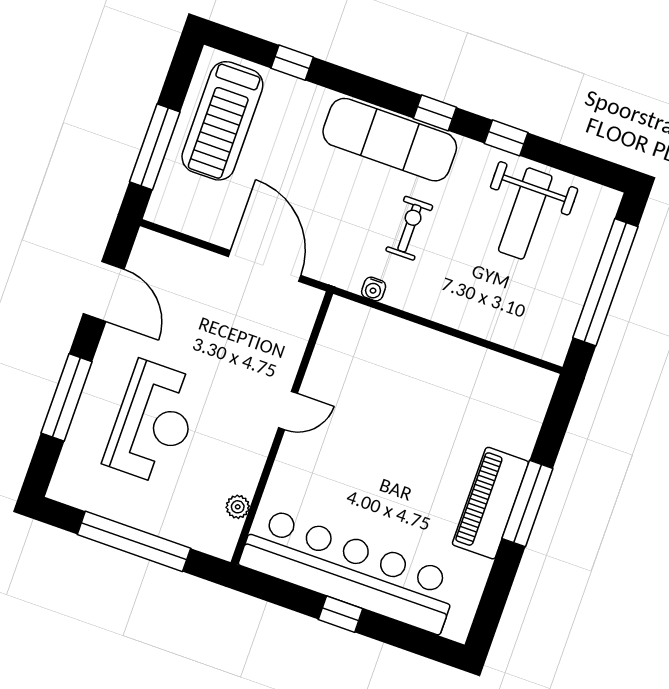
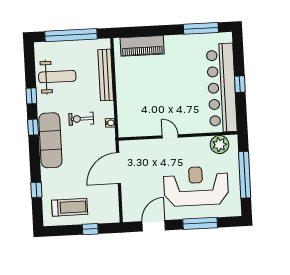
treadmill: (222, 121) -> (70, 207), width x0.73, depth x0.73
window: (155, 147) -> (90, 229), width x0.46
bench: (485, 323) -> (106, 75), added
reception desk: (153, 422) -> (196, 186), width x1.36, depth x1.30
piano: (490, 503) -> (142, 46), moved
window: (527, 504) -> (201, 28), moved
plant: (238, 507) -> (220, 145), width x1.88, depth x1.88

